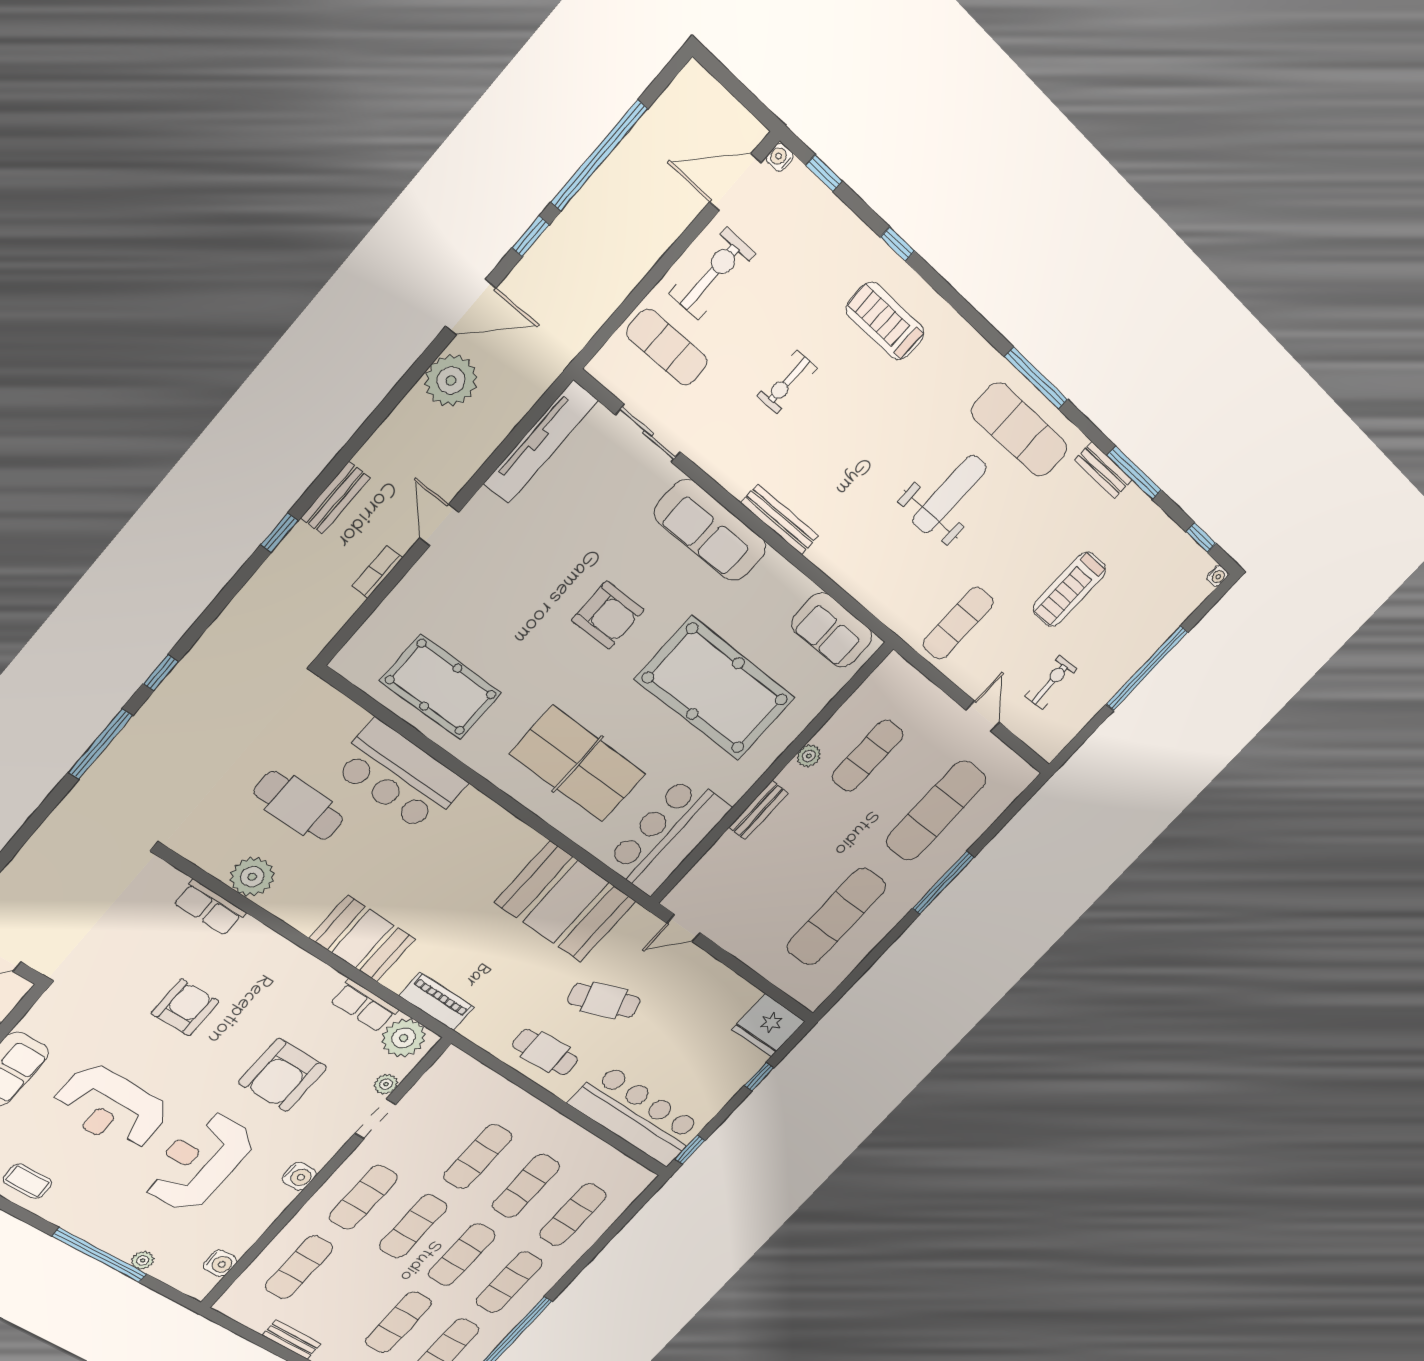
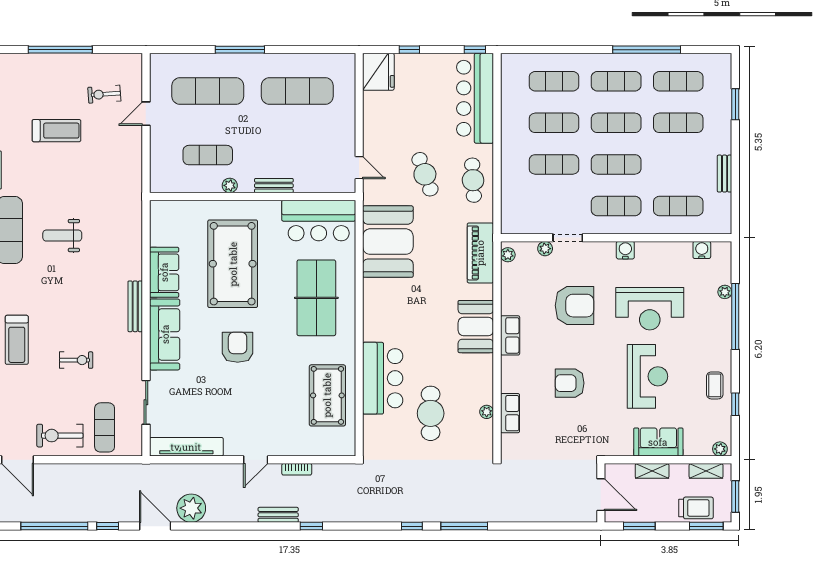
weight bench: (949, 494) -> (62, 236), width x0.73, depth x0.75
exercise mat: (958, 623) -> (114, 172), removed
sofa: (832, 630) -> (164, 272), moved
plant: (252, 877) -> (487, 412), width x0.53, depth x0.53
piano: (437, 1002) -> (480, 253), width x1.37, depth x1.33
row of seats: (364, 1006) -> (510, 335), moved
plant: (404, 1038) -> (508, 255), width x0.53, depth x0.53

